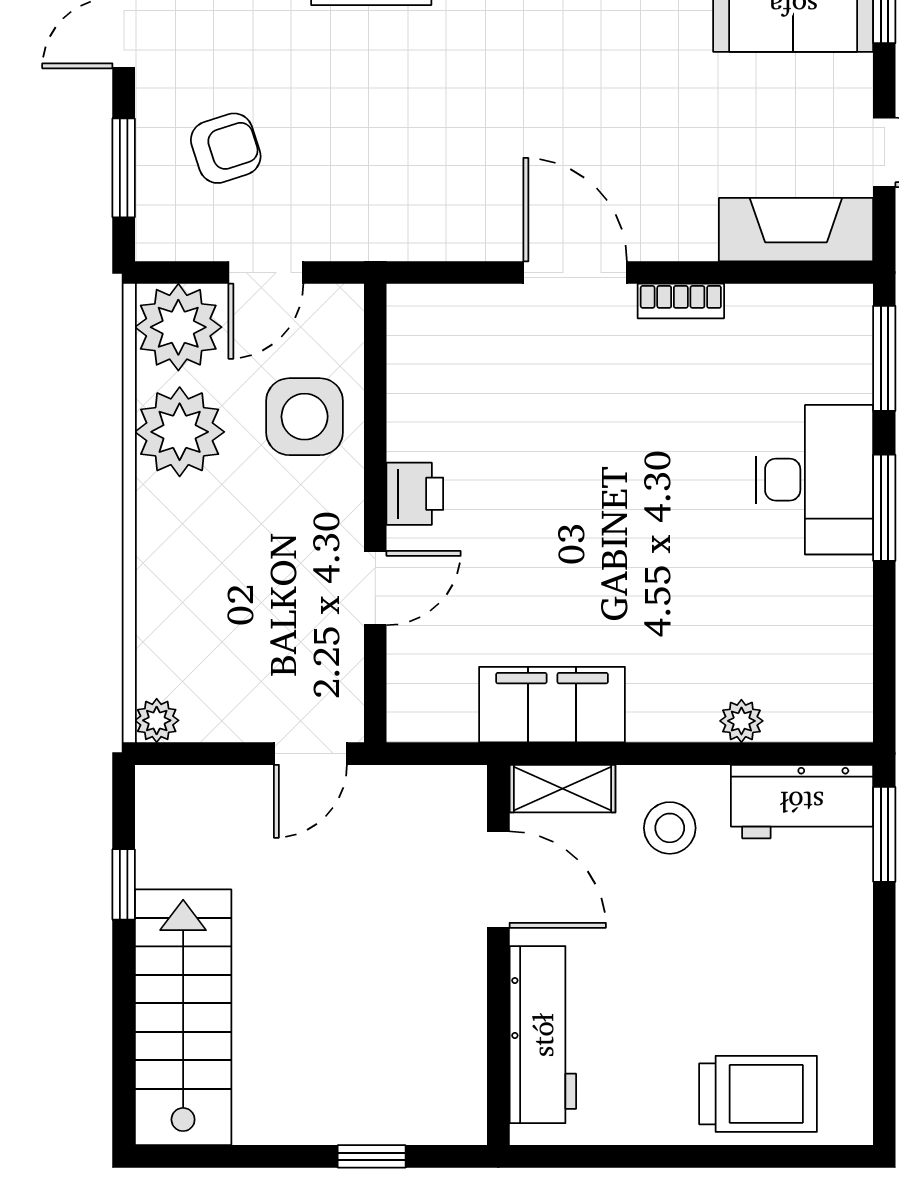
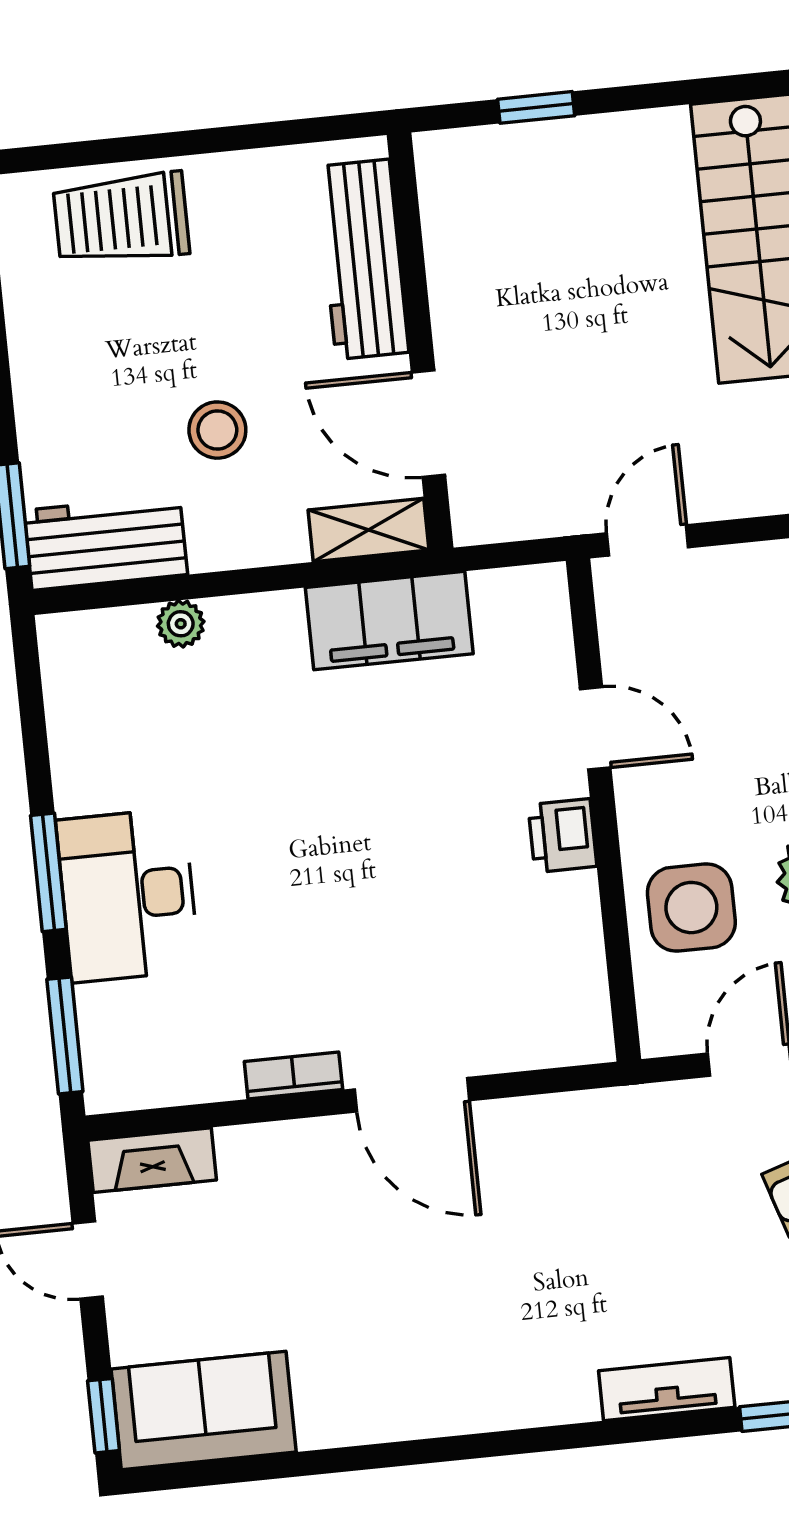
fireplace: (796, 230) -> (152, 1160), width x0.73, depth x0.76
door: (375, 588) -> (595, 728), swing flipped
stool: (670, 828) -> (217, 430), moved

